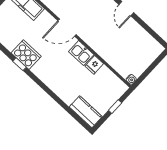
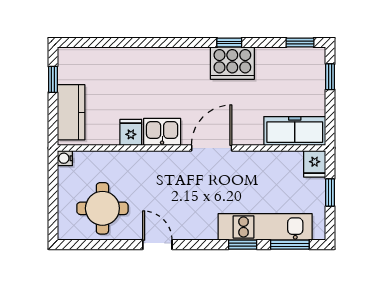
round table: (135, 44) -> (102, 208), added
window: (115, 107) -> (53, 79), moved
kitchen counter: (86, 112) -> (71, 112), moved, turned -90

